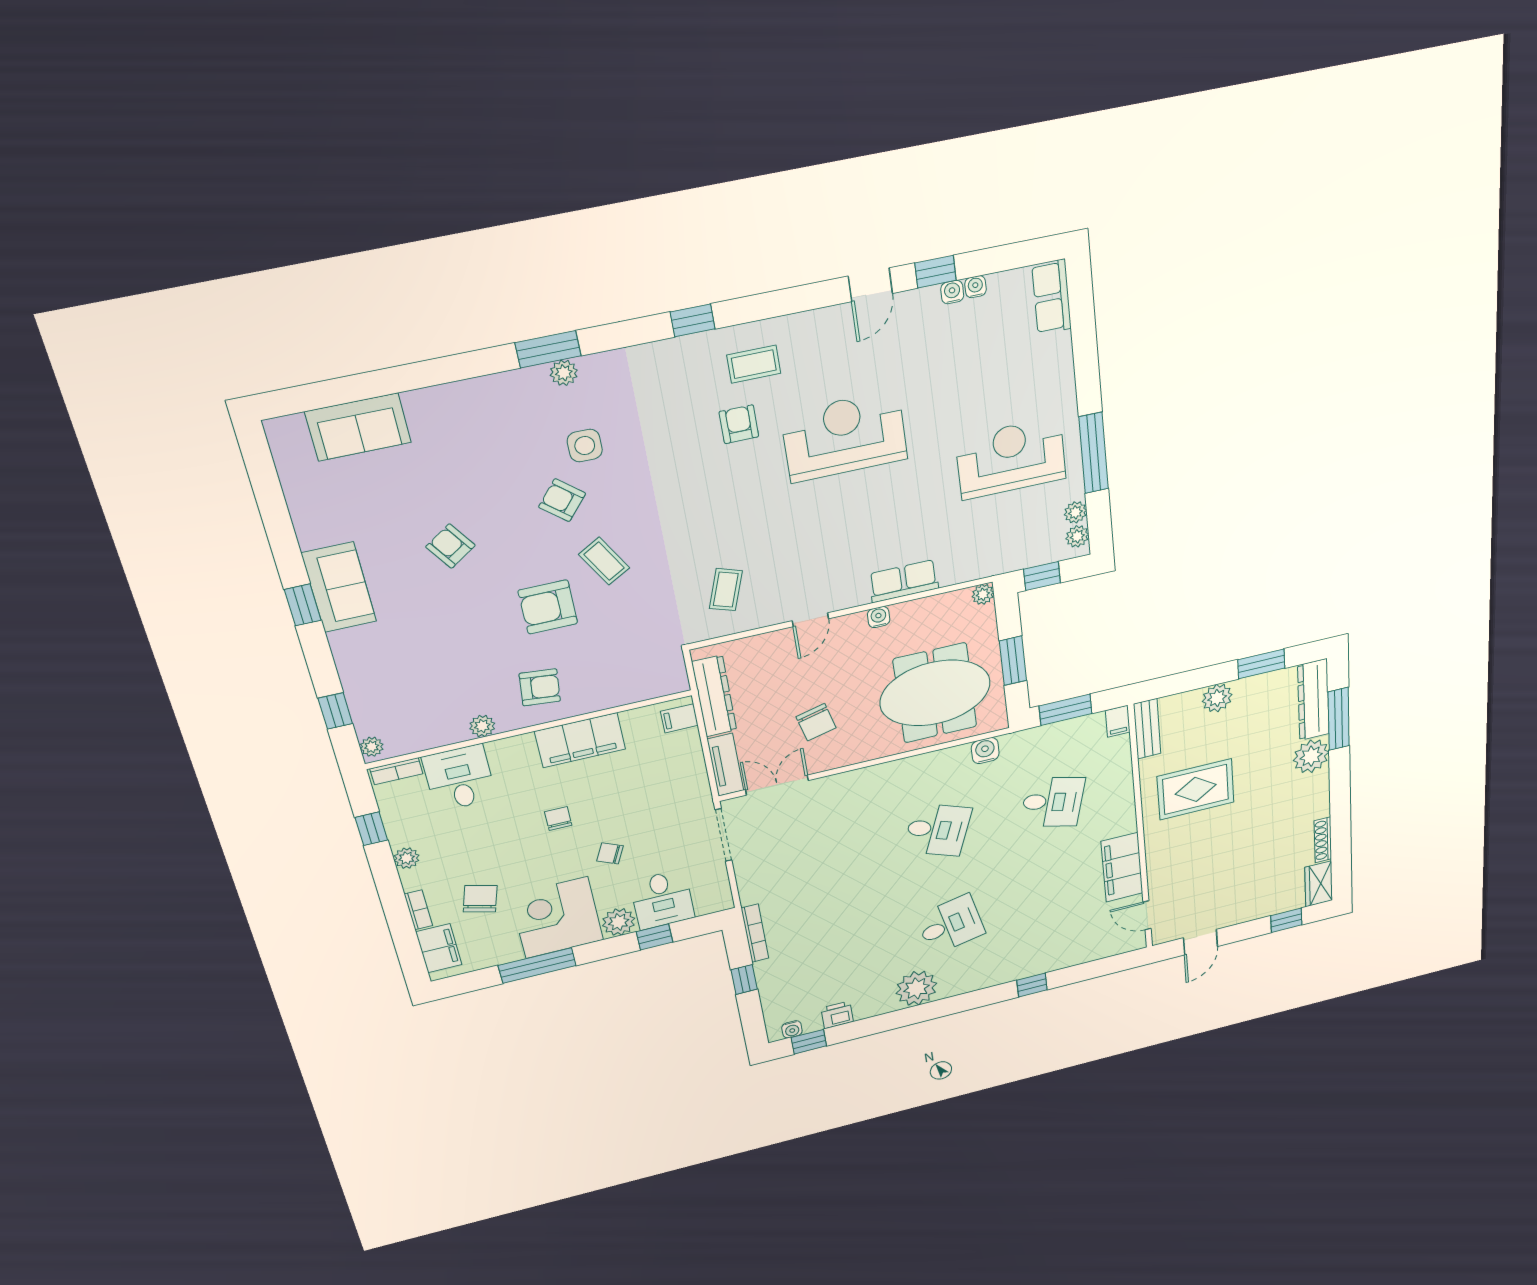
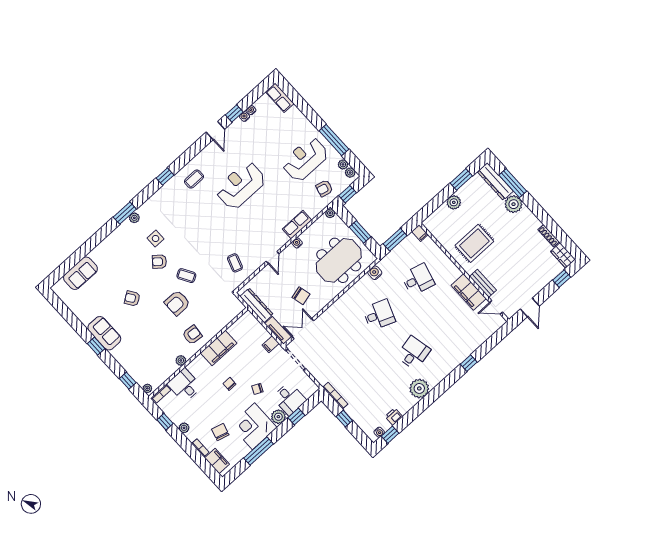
armchair: (739, 424) -> (324, 188), moved, turned -76
filing cabinet: (679, 718) -> (271, 344), moved
bench: (1147, 729) -> (483, 283), moved

